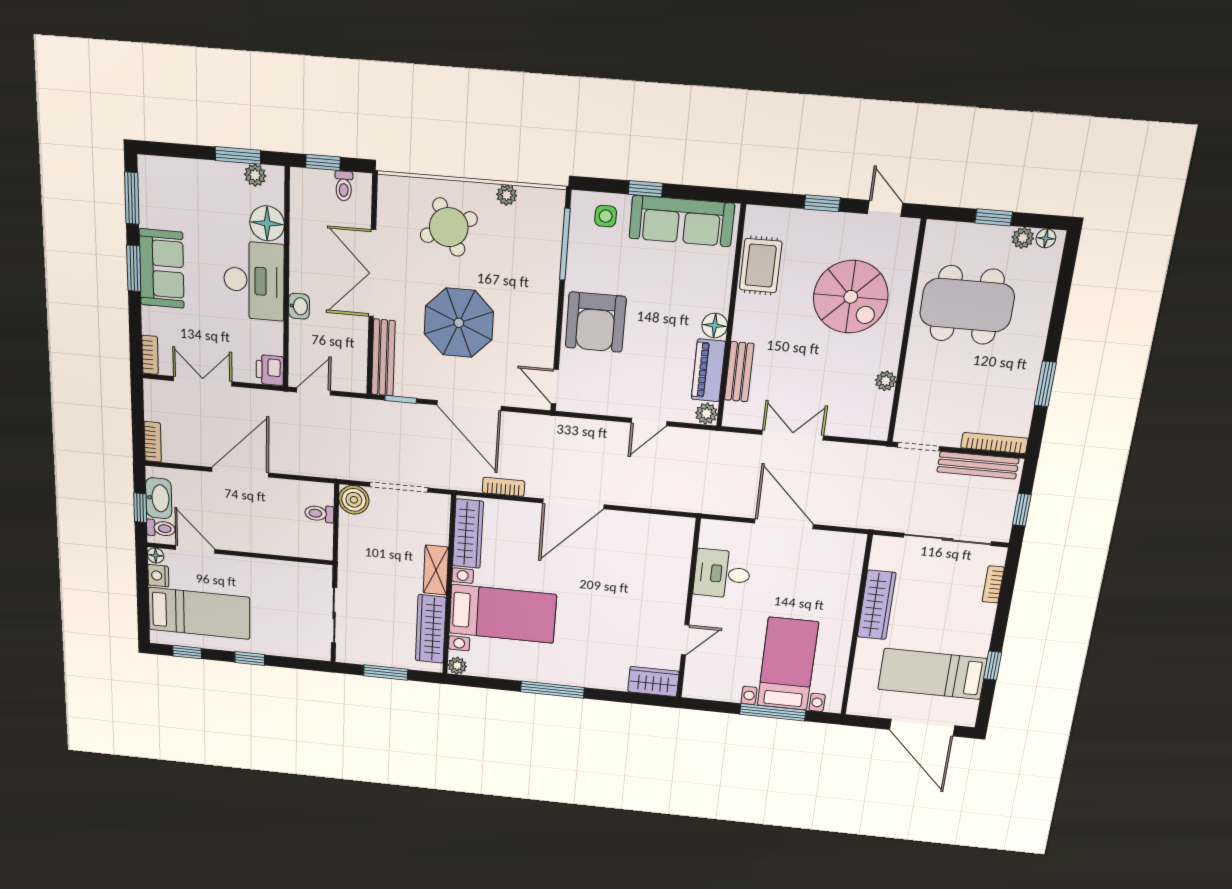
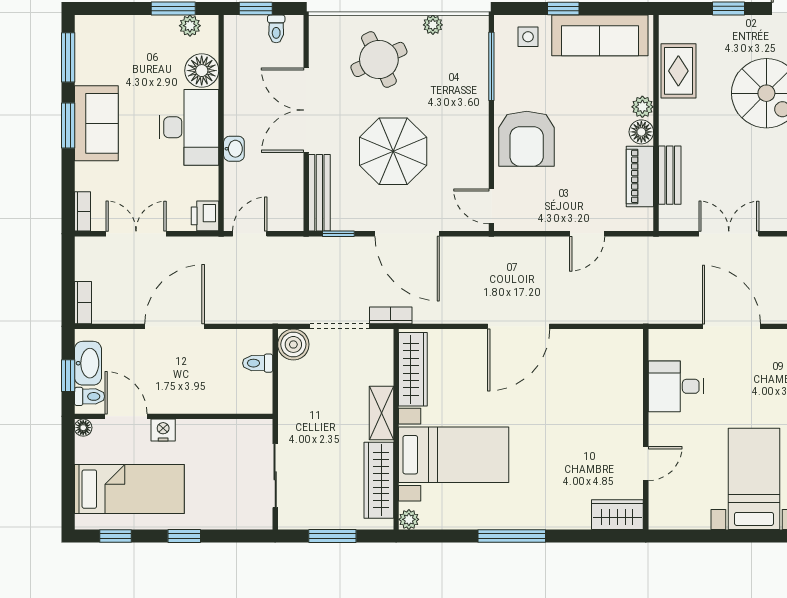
plant: (706, 414) -> (642, 107), moved
bookcase: (503, 487) -> (391, 315), moved
nightstand: (158, 576) -> (163, 430), moved, turned 90
window: (773, 712) -> (745, 536), removed

